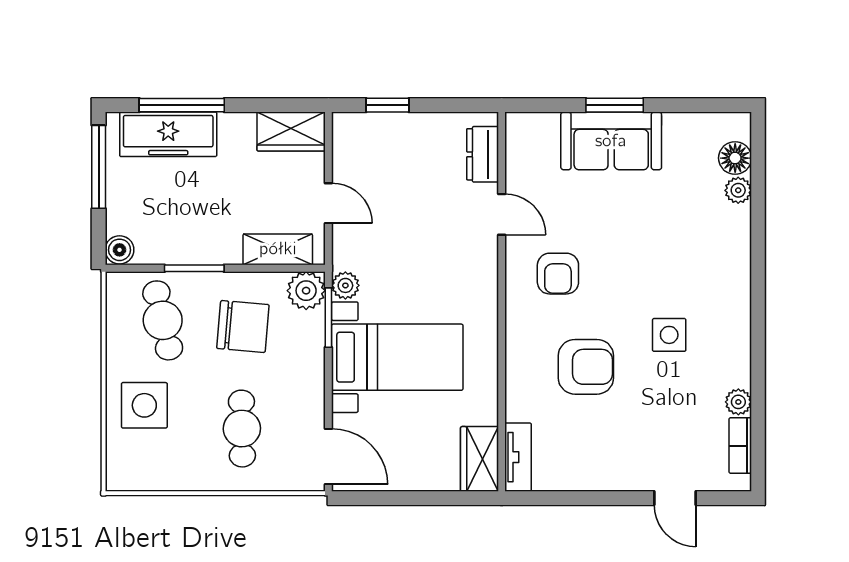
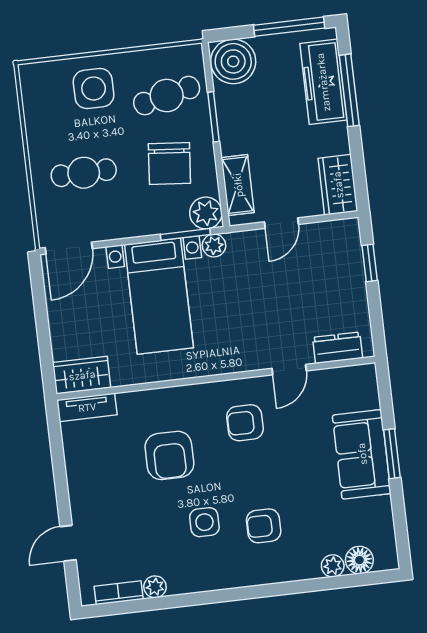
boiler: (120, 250) -> (233, 61), width x1.86, depth x1.86
armchair: (682, 266) -> (264, 526), added

